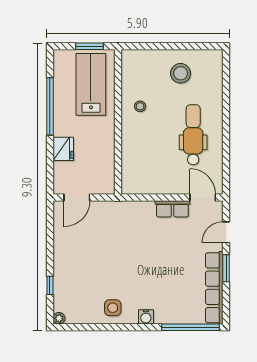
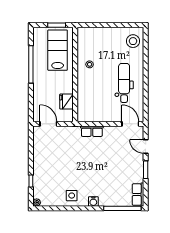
stool: (181, 73) -> (133, 41), moved
fridge: (63, 149) -> (67, 102), moved, turned 180
door: (77, 198) -> (48, 124), swing flipped
row of seats: (172, 209) -> (92, 131), moved
door: (226, 232) -> (146, 146), hinge flipped
row of seats: (214, 288) -> (138, 195), width x0.50

